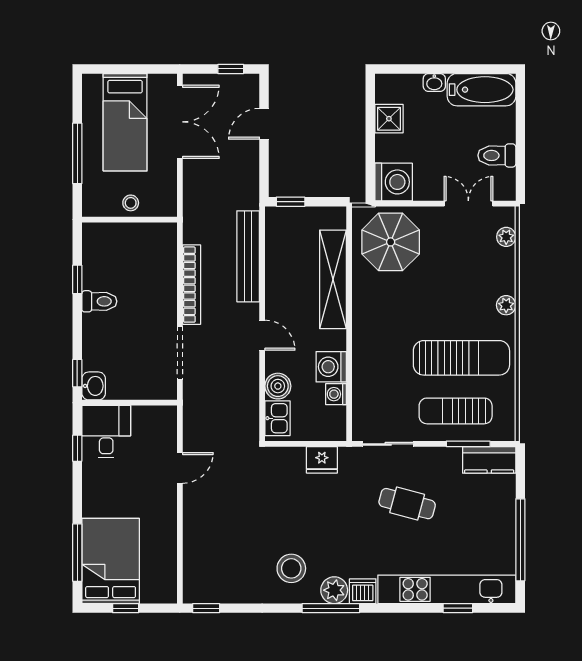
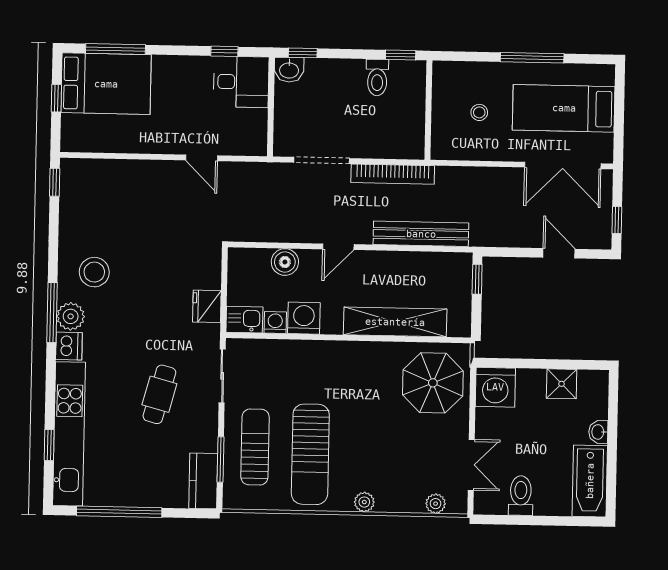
wall: (129, 220) -> (428, 110), moved
kitchen sink: (277, 418) -> (244, 320), moved, turned 180

